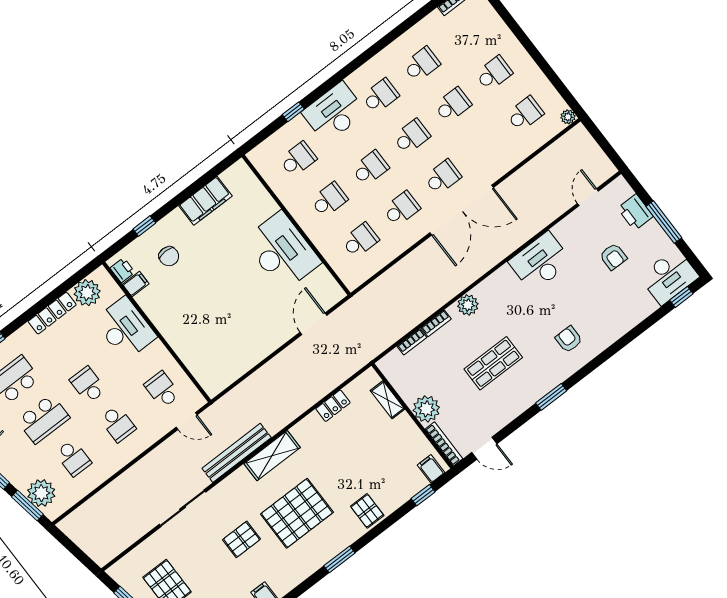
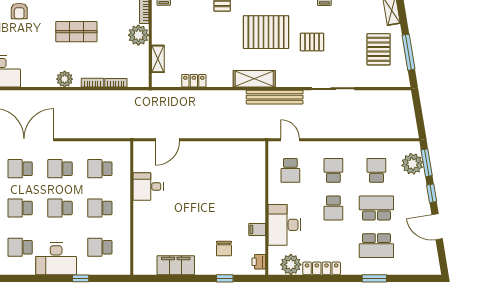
desk: (282, 251) -> (148, 187), width x0.53, depth x0.77
chair: (169, 256) -> (224, 248), turned 180
filing cabinet: (136, 284) -> (257, 229), moved

